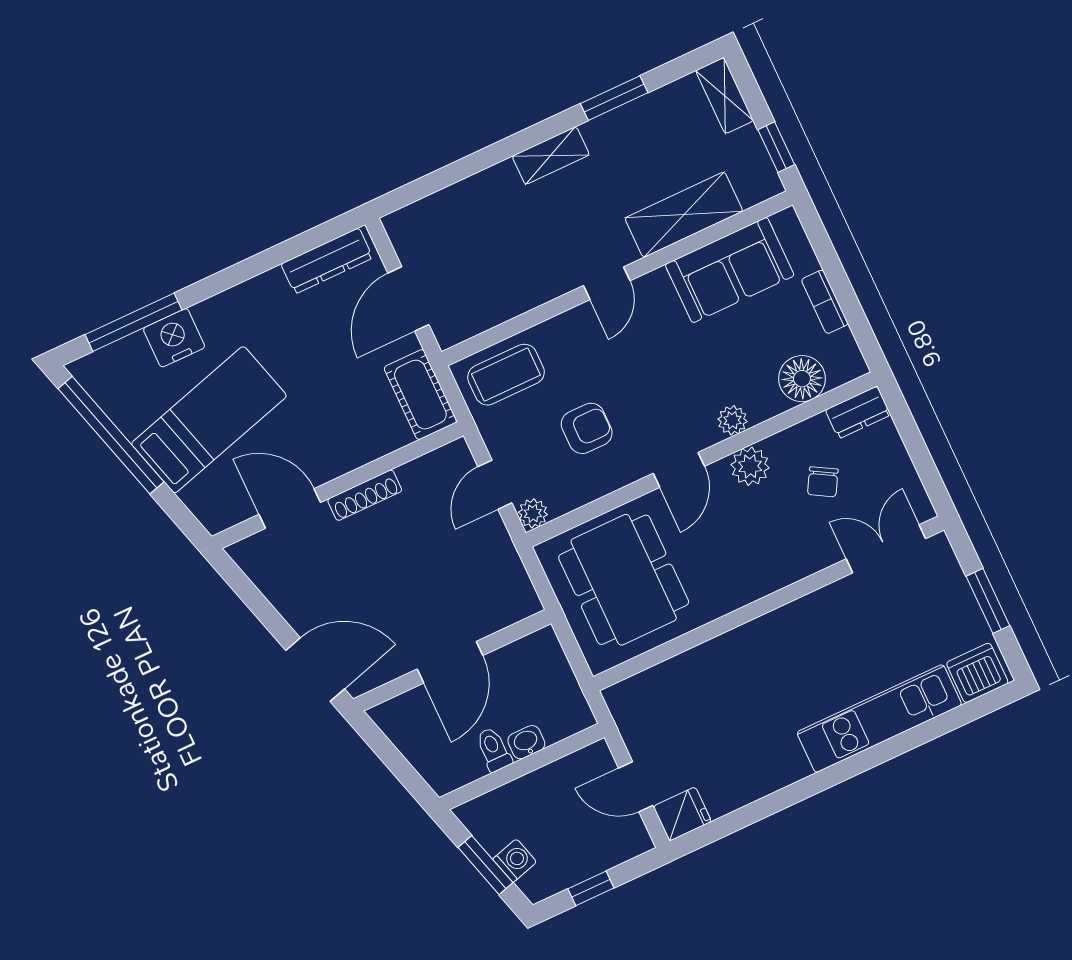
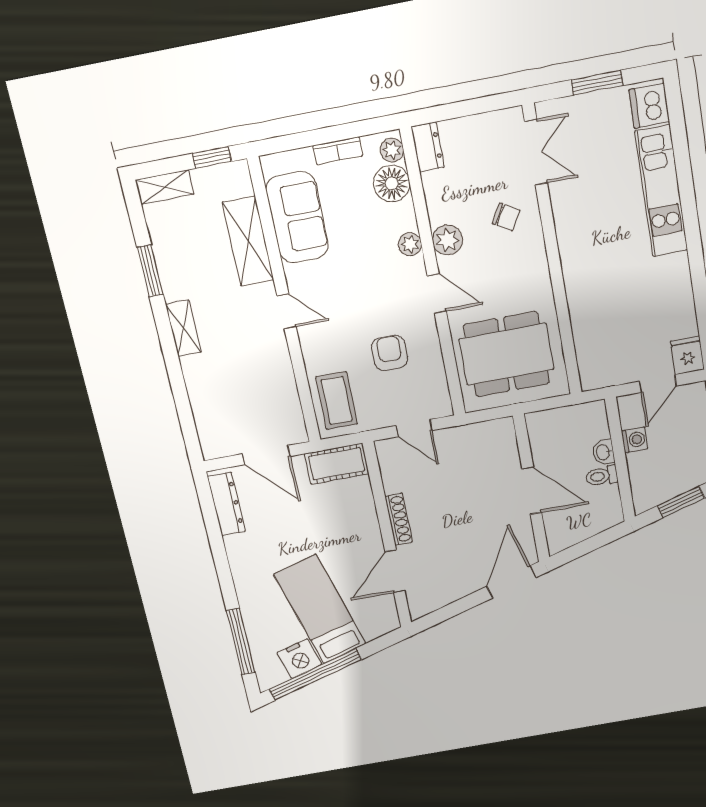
nightstand: (174, 338) -> (299, 659), moved, turned -106
chair: (823, 482) -> (506, 217), moved
plant: (533, 513) -> (392, 150), moved
double door: (886, 549) -> (536, 152), swing flipped
washing machine: (515, 861) -> (635, 440), moved, turned 106

